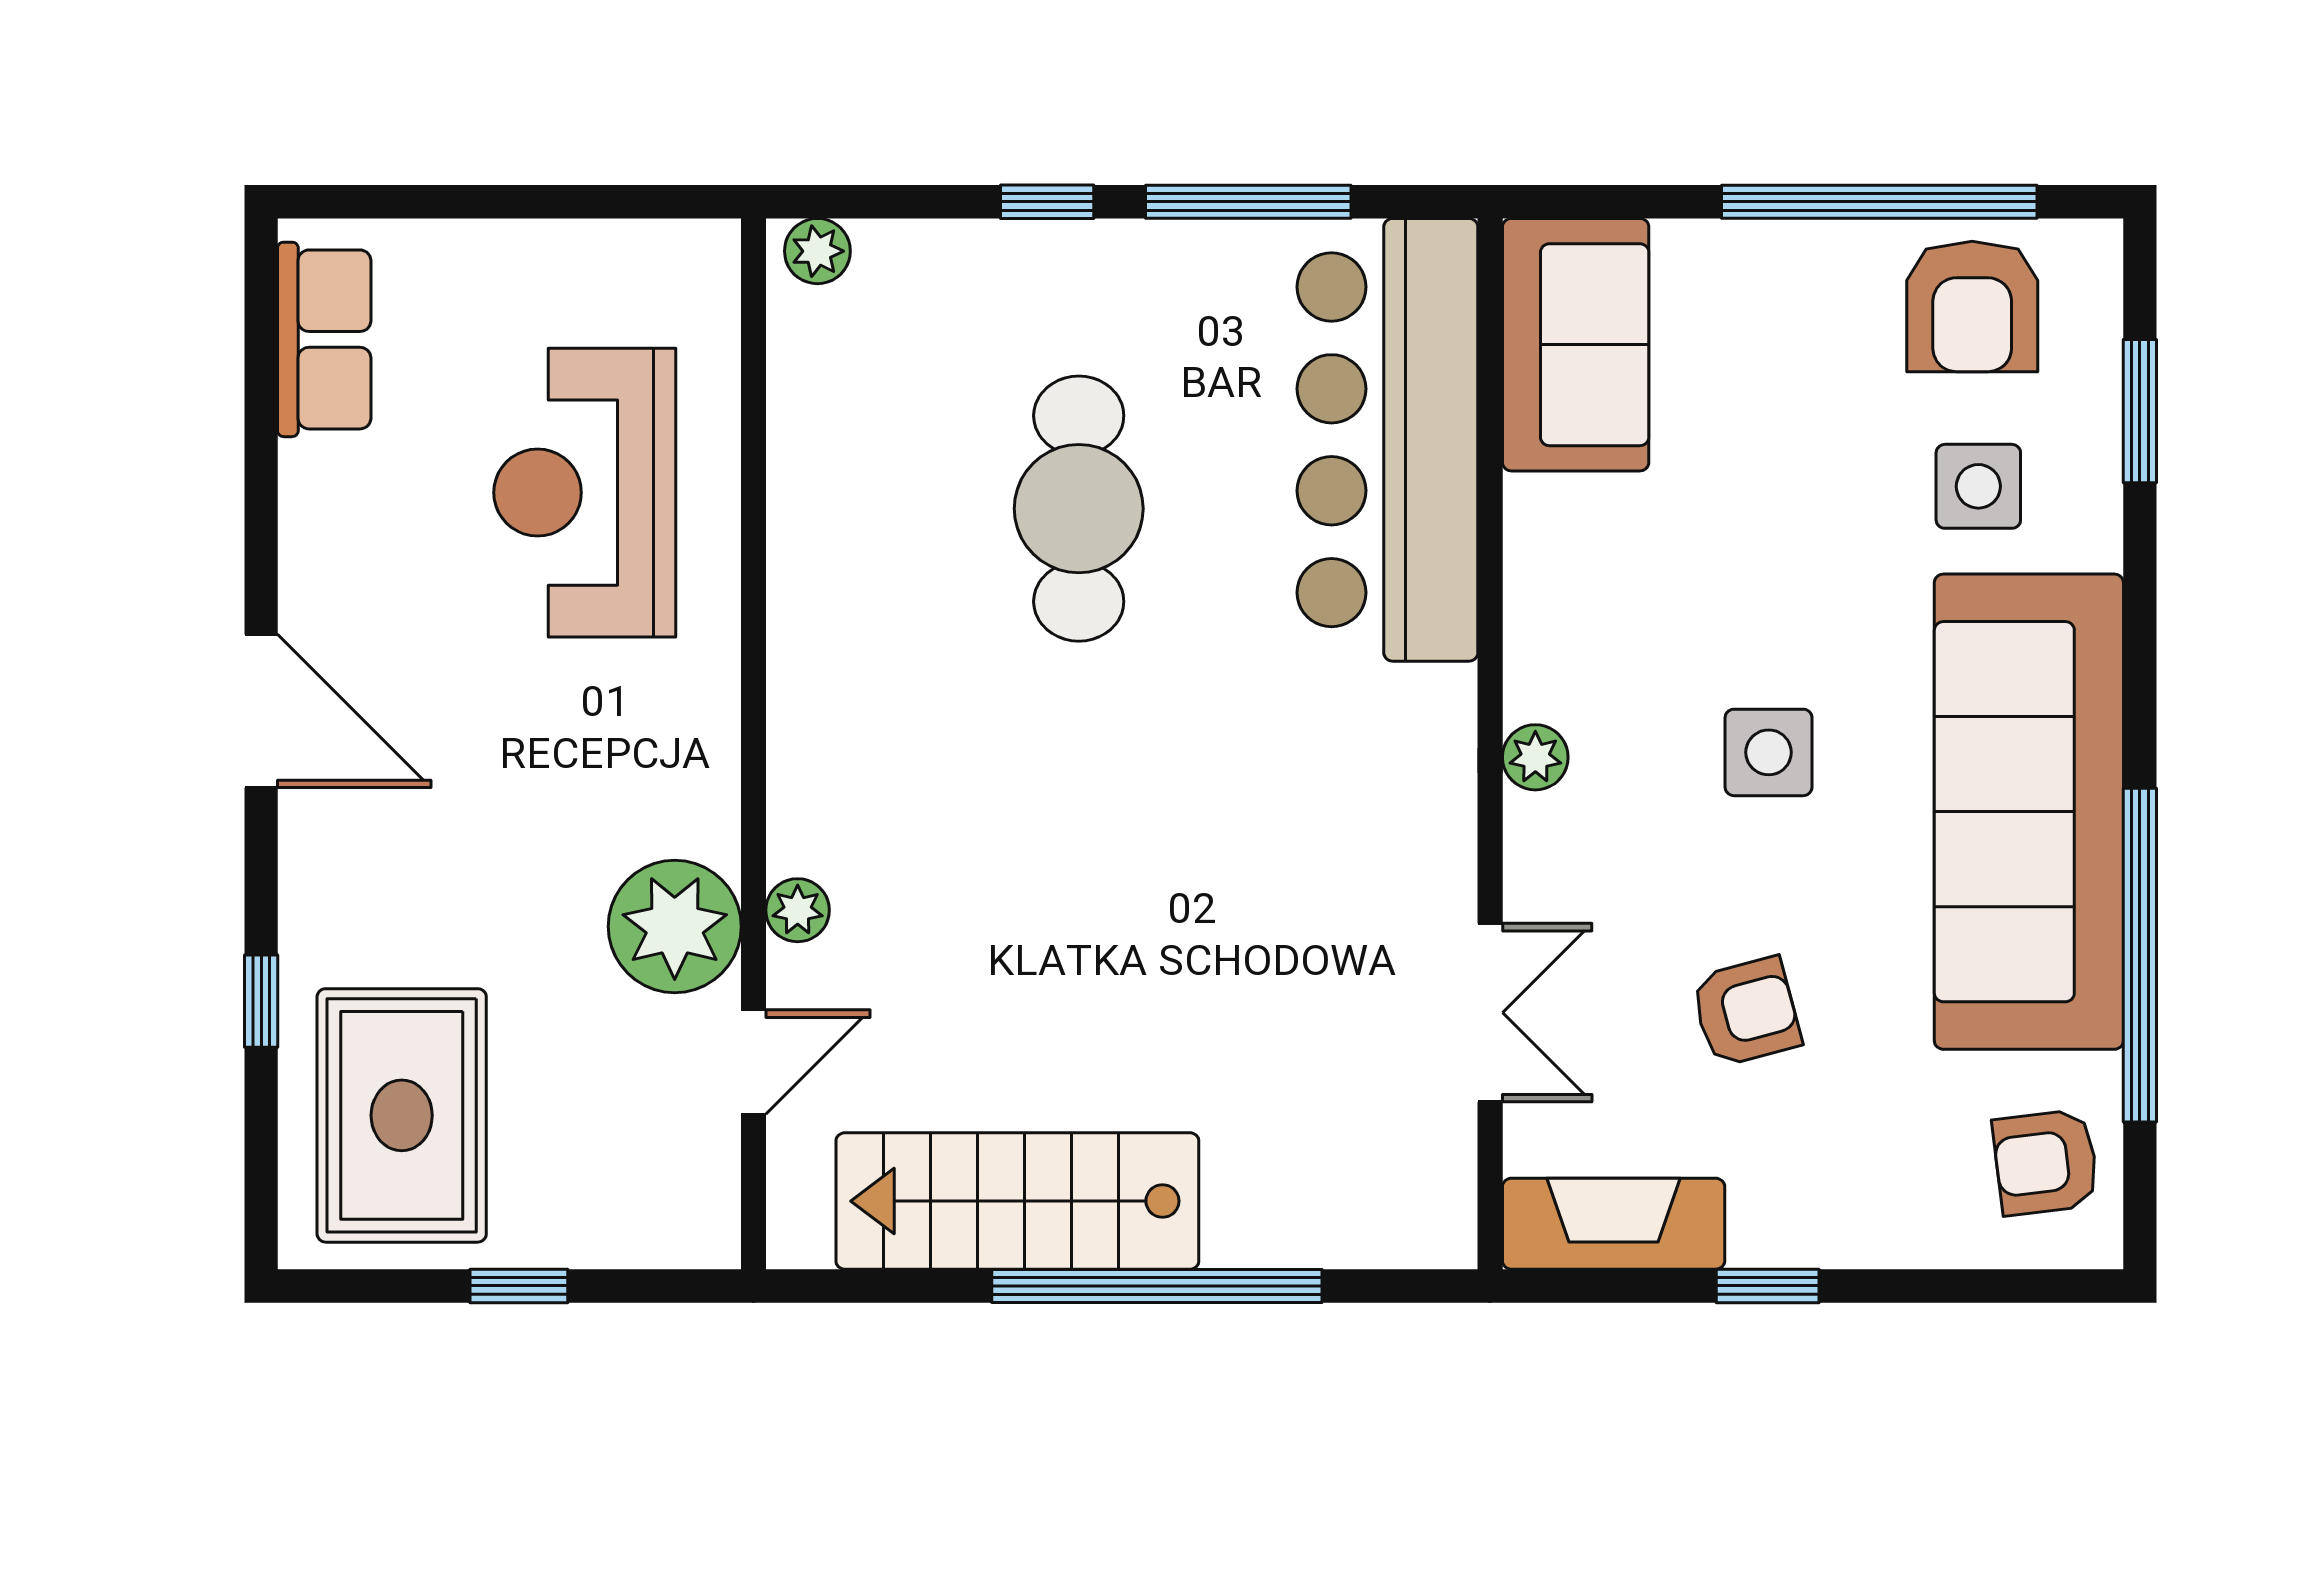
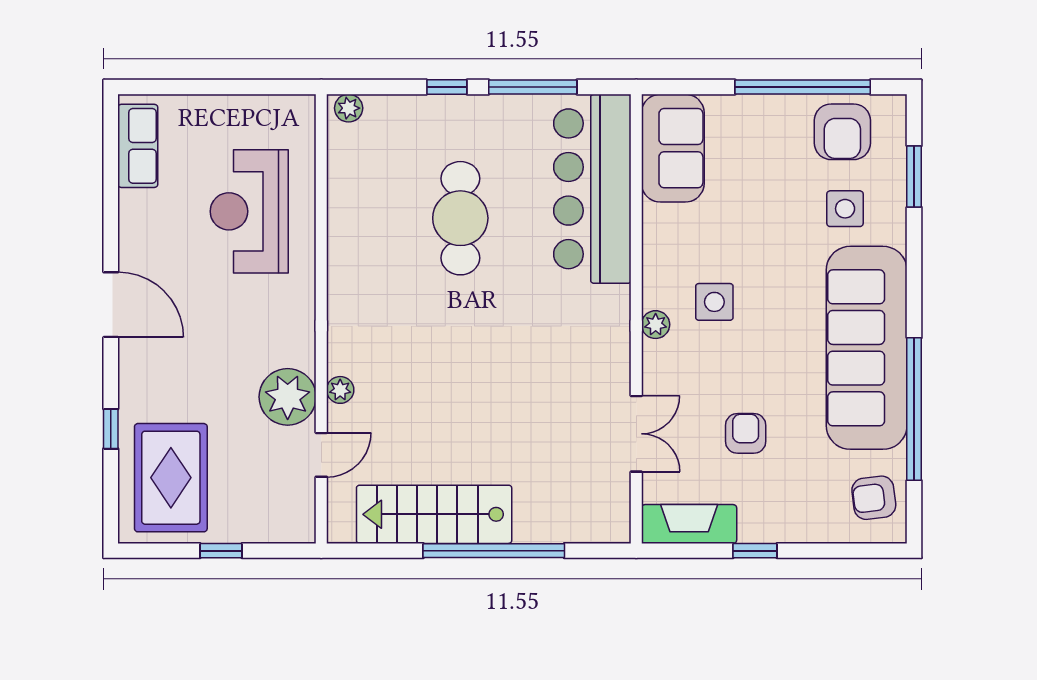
side table: (1769, 752) -> (714, 302), moved
armchair: (1746, 1012) -> (746, 433), turned -75

